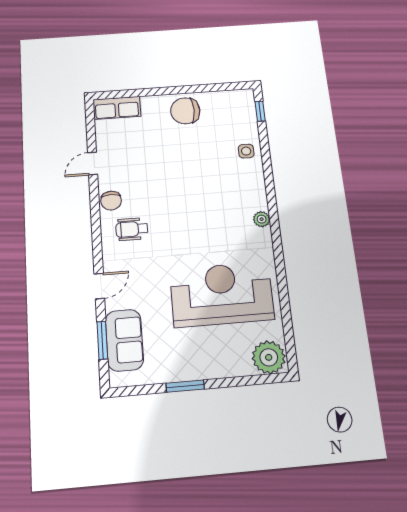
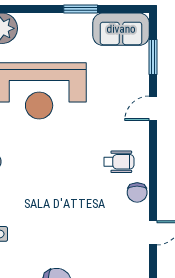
chair: (111, 201) -> (137, 192), turned 180
sofa: (124, 340) -> (121, 29), moved, turned -90

